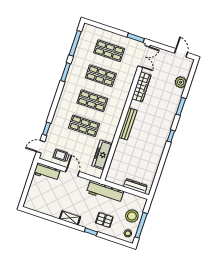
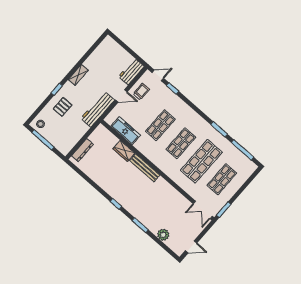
shop shelf: (101, 76) -> (201, 161), width x1.43, depth x1.36
wardrobe: (141, 87) -> (124, 151), moved, width x0.67
door: (41, 147) -> (158, 75), hinge flipped
workbench: (105, 192) -> (98, 109), moved
stool: (132, 216) -> (55, 135), removed

